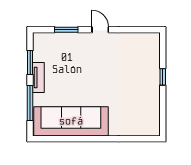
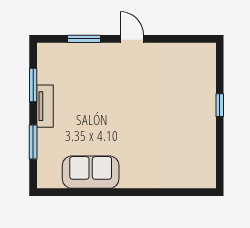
window: (30, 103) -> (33, 142), width x0.69
sofa: (71, 121) -> (91, 172), width x0.54, depth x0.79

